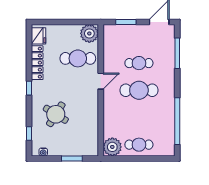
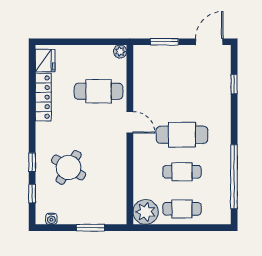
plant: (89, 33) -> (120, 52), width x0.53, depth x0.53
window: (177, 53) -> (234, 84), width x0.46
cafe table: (139, 63) -> (182, 172), moved
door: (101, 81) -> (130, 122), hinge flipped
window: (29, 88) -> (32, 162), moved

